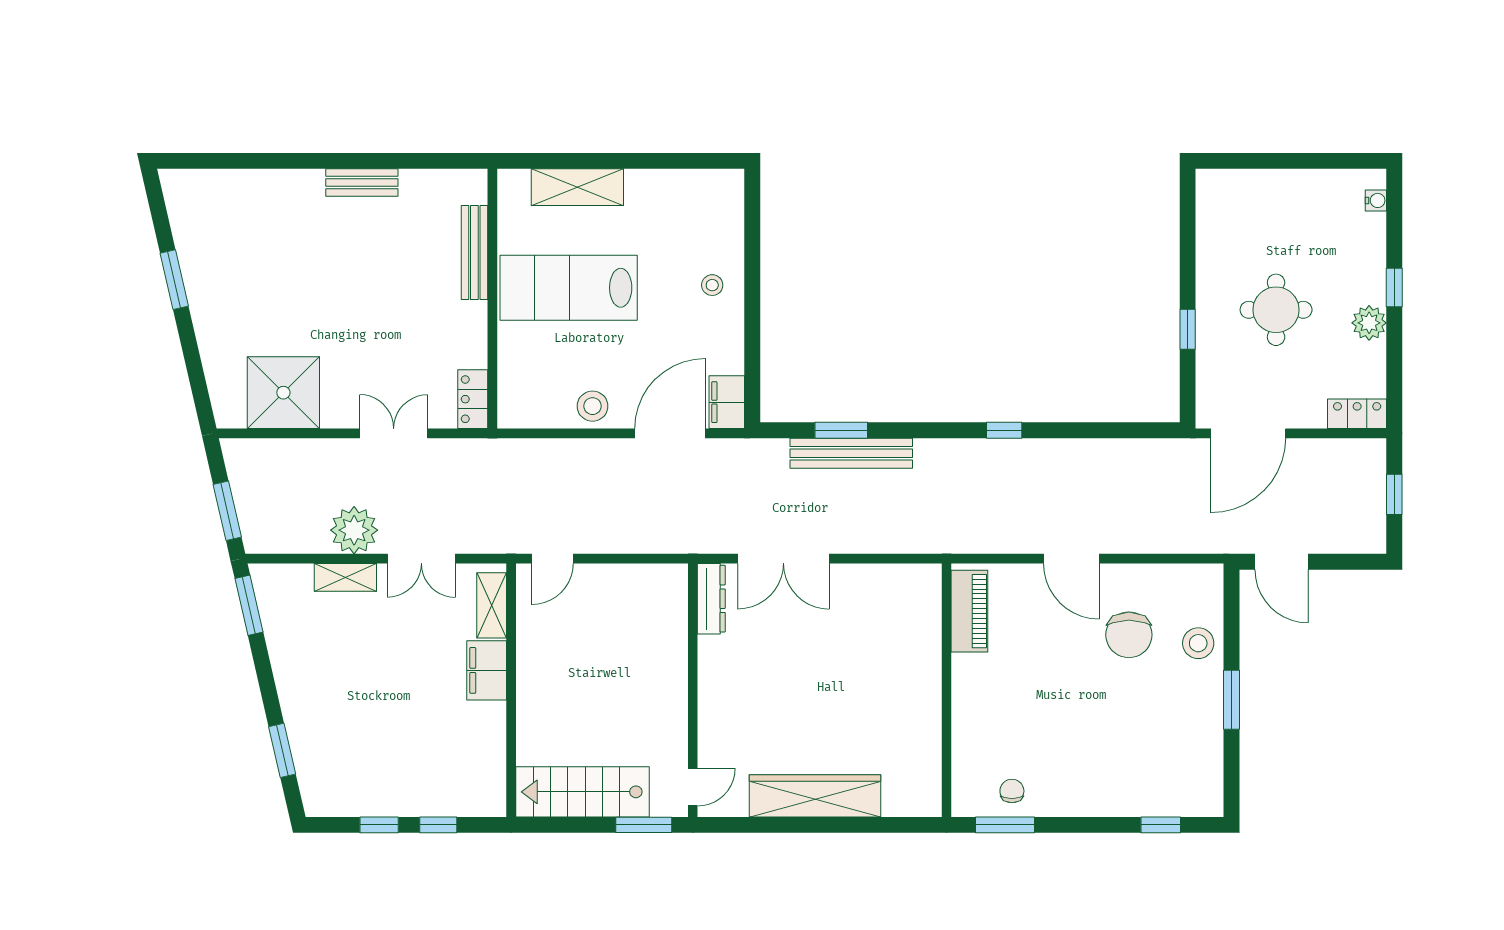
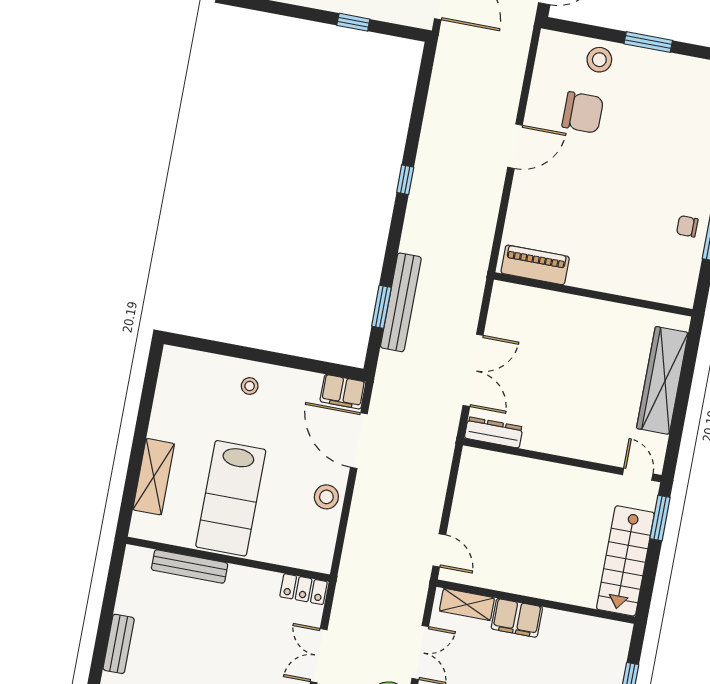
piano: (969, 611) -> (535, 265), moved
wall: (946, 690) -> (593, 294), moved

